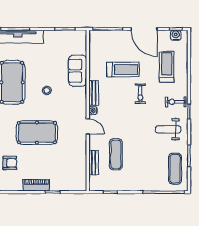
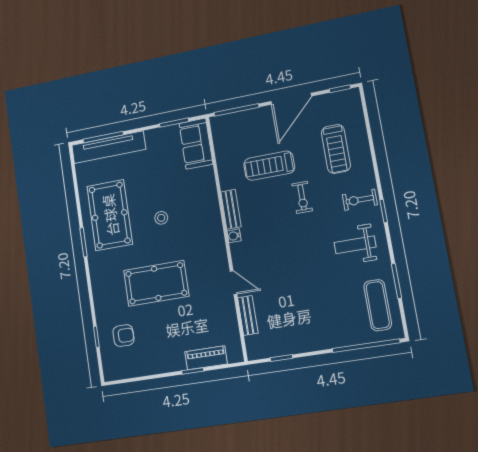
door: (144, 29) -> (291, 99), hinge flipped
water cooler: (176, 35) -> (341, 98), removed
treadmill: (167, 67) -> (336, 149), turned 180
treadmill: (123, 70) -> (269, 166), turned 180
sofa: (78, 71) -> (196, 144), moved
door: (88, 126) -> (234, 283), moved
exercise mat: (116, 154) -> (280, 297), removed
piano: (36, 185) -> (206, 358), moved

